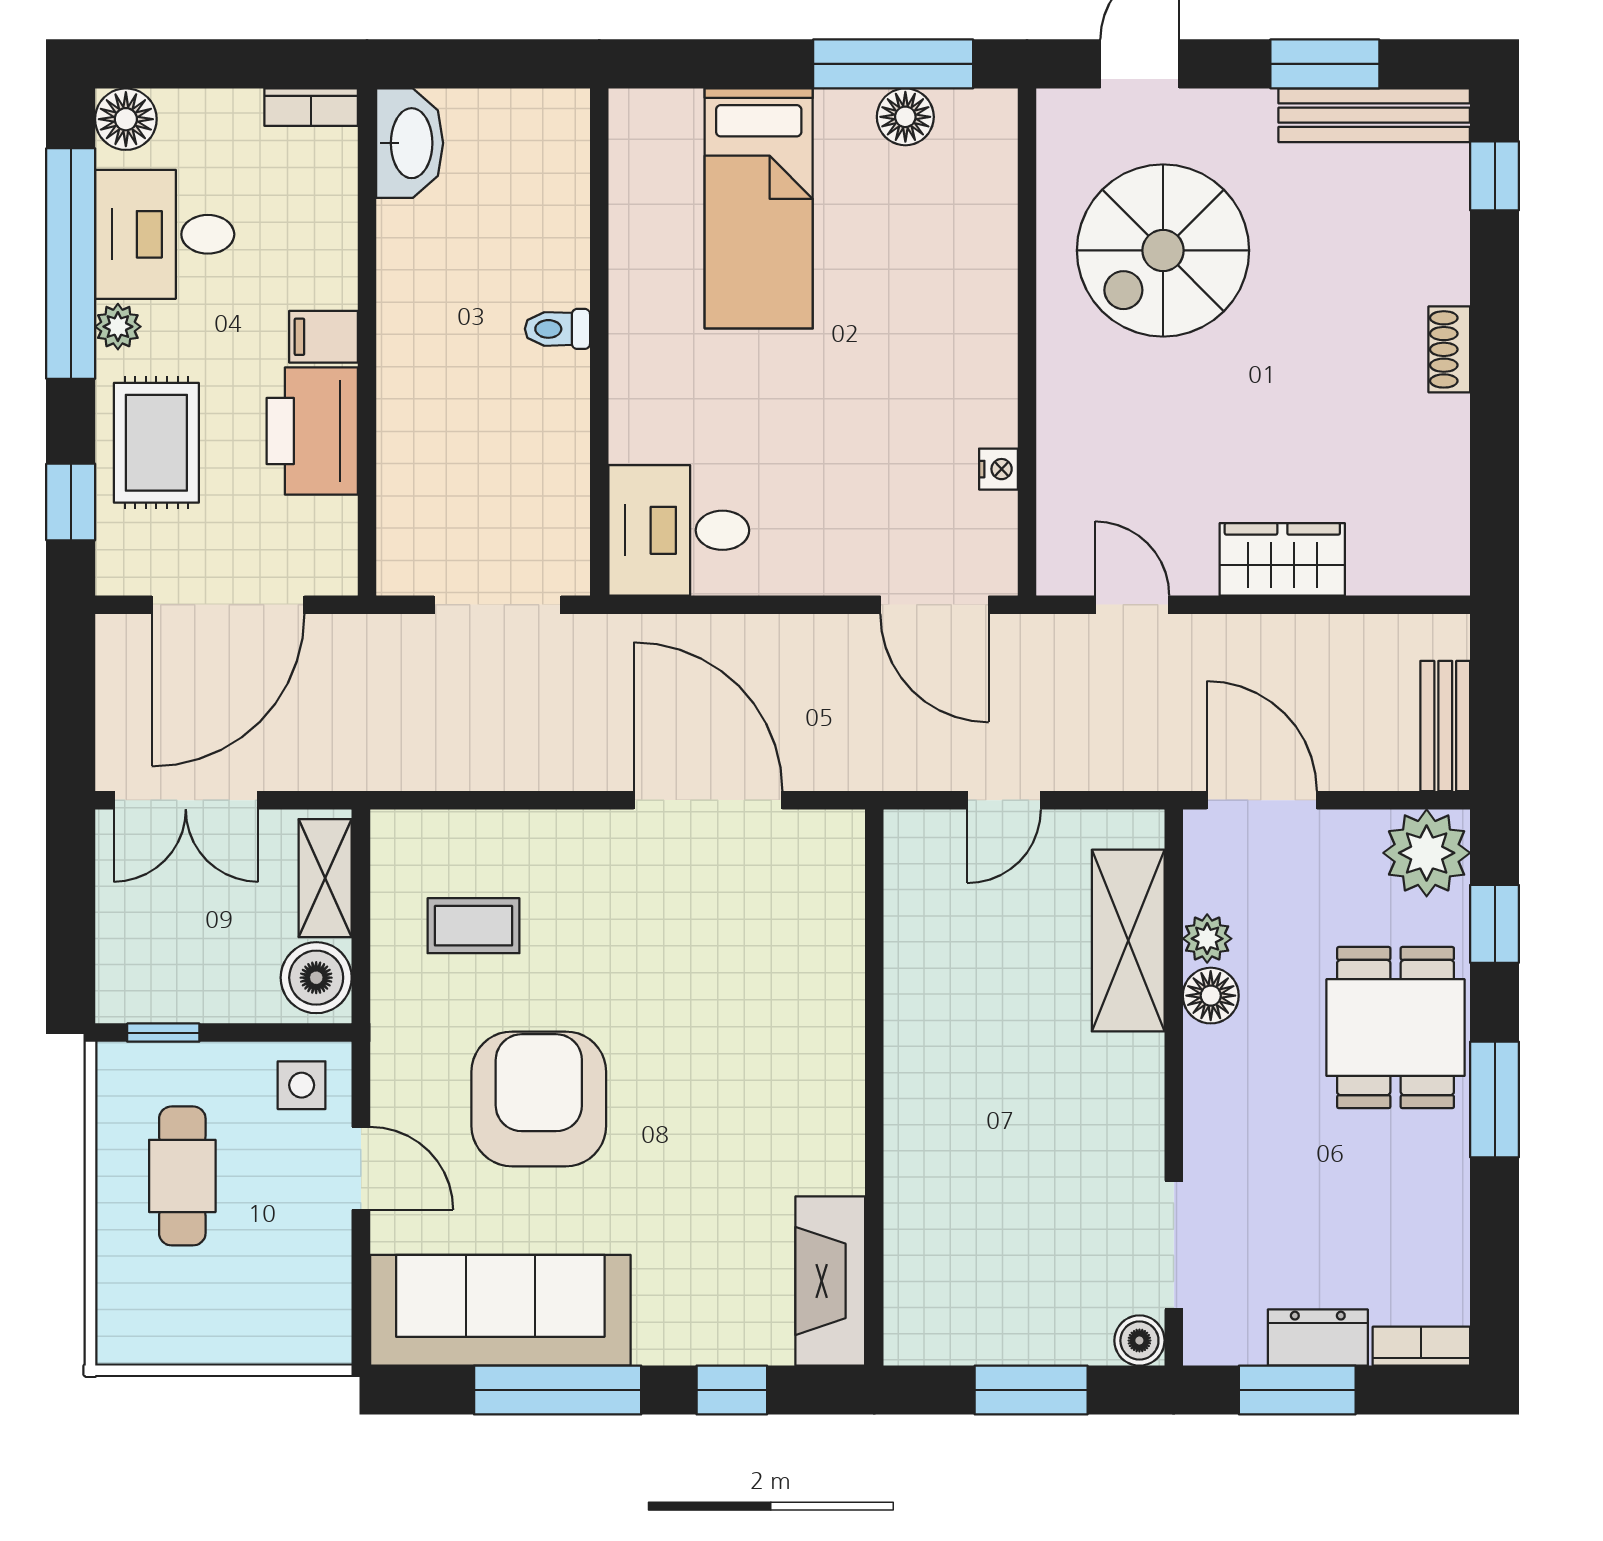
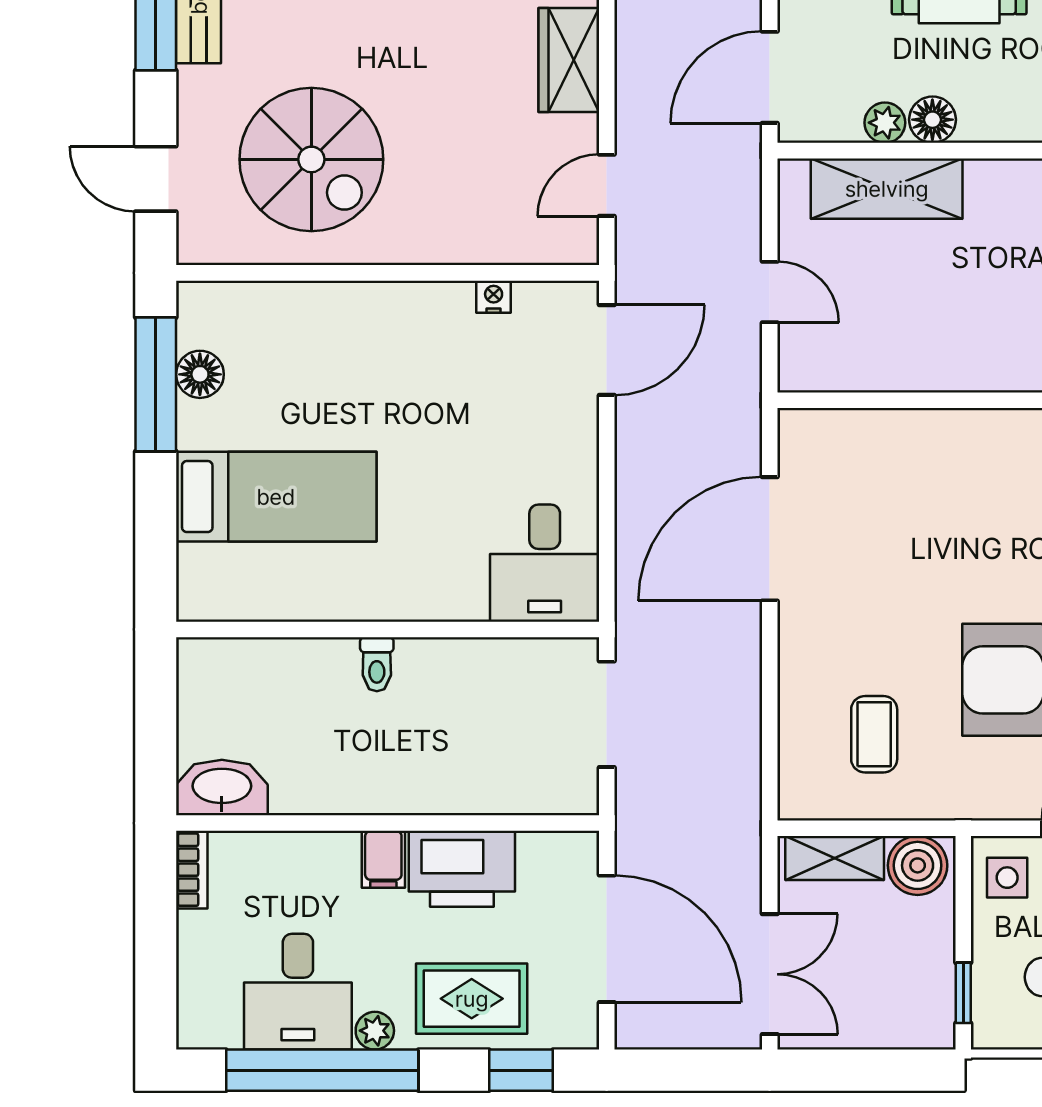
floor lamp: (126, 119) -> (202, 1024), removed

